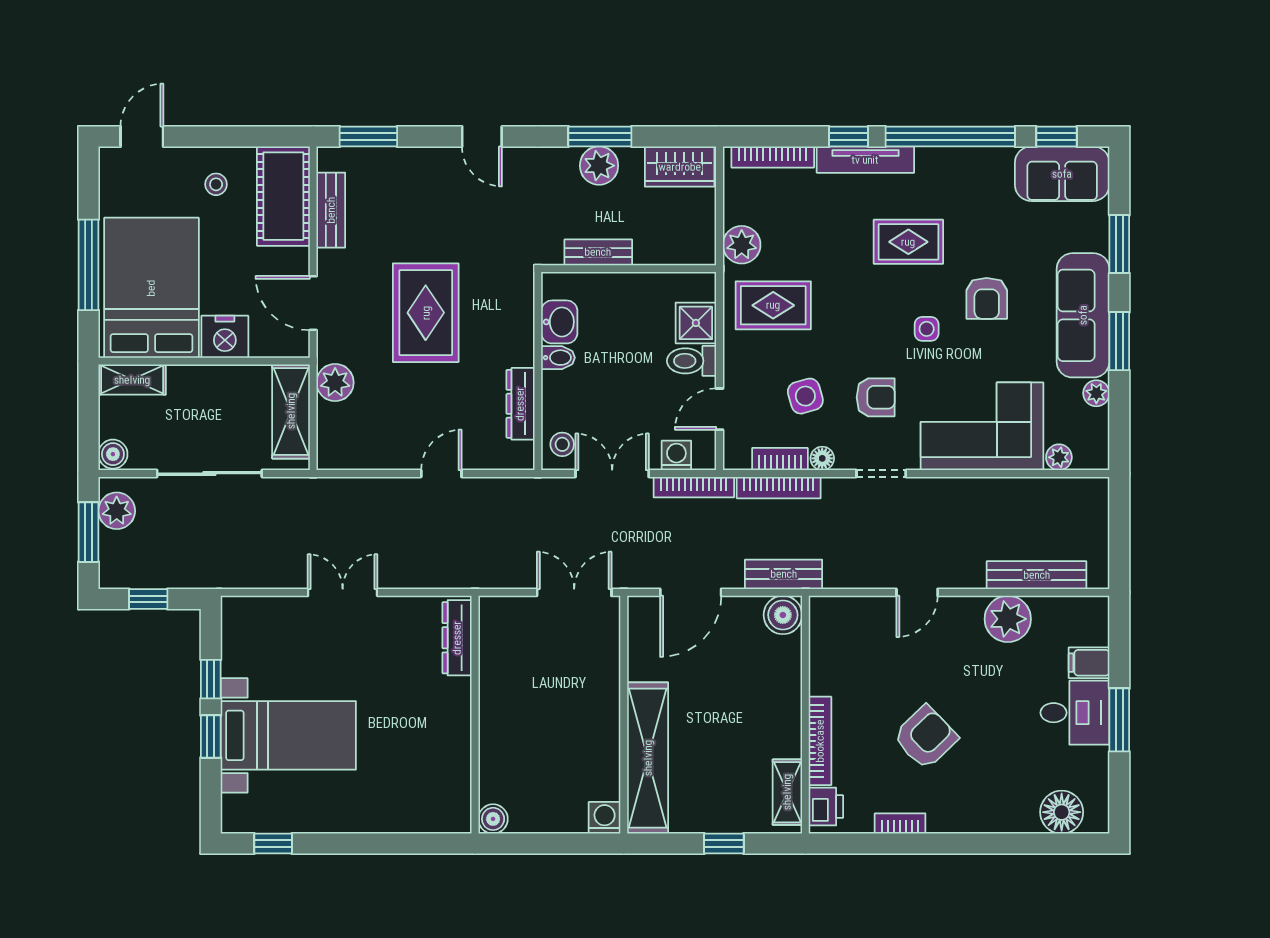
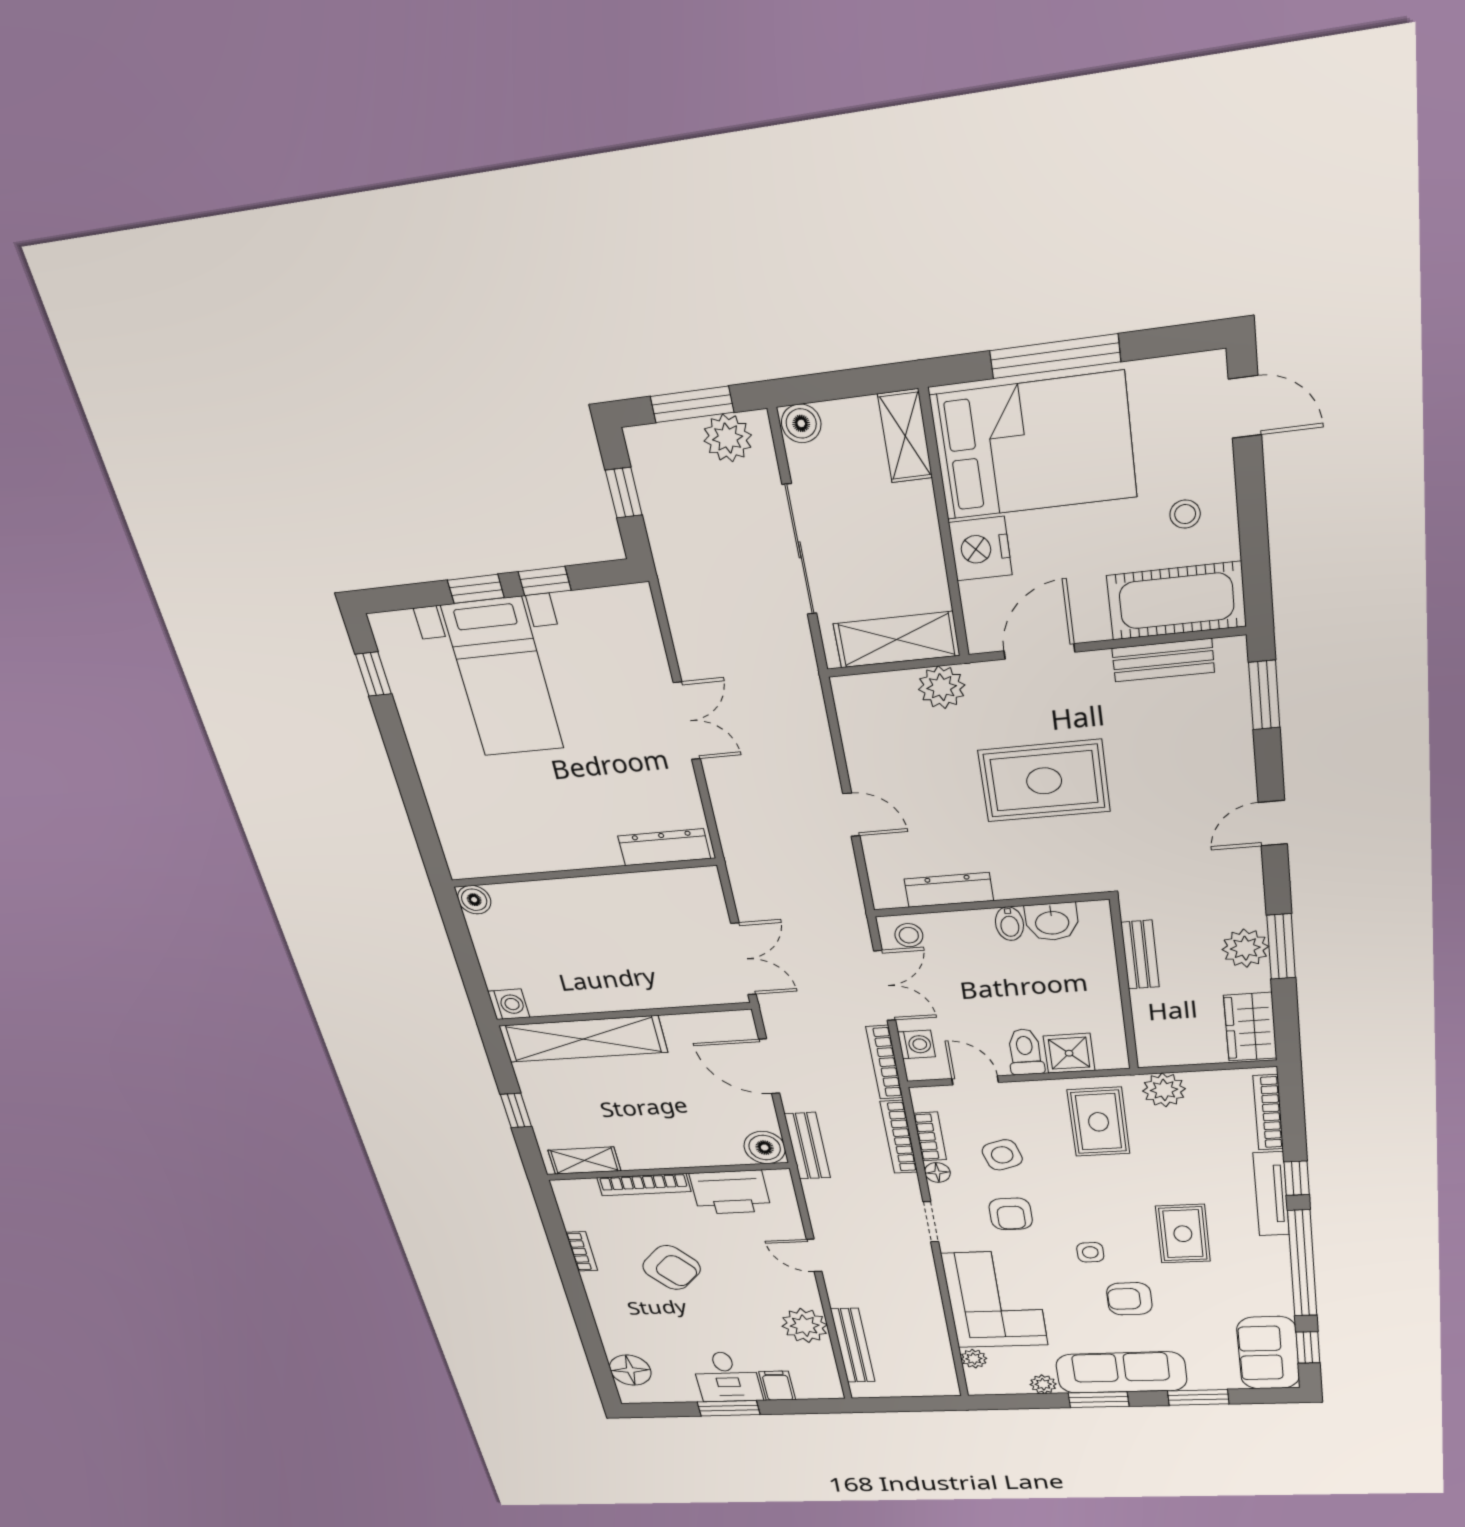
printer: (826, 807) -> (730, 1192), moved, width x1.87, depth x1.48

